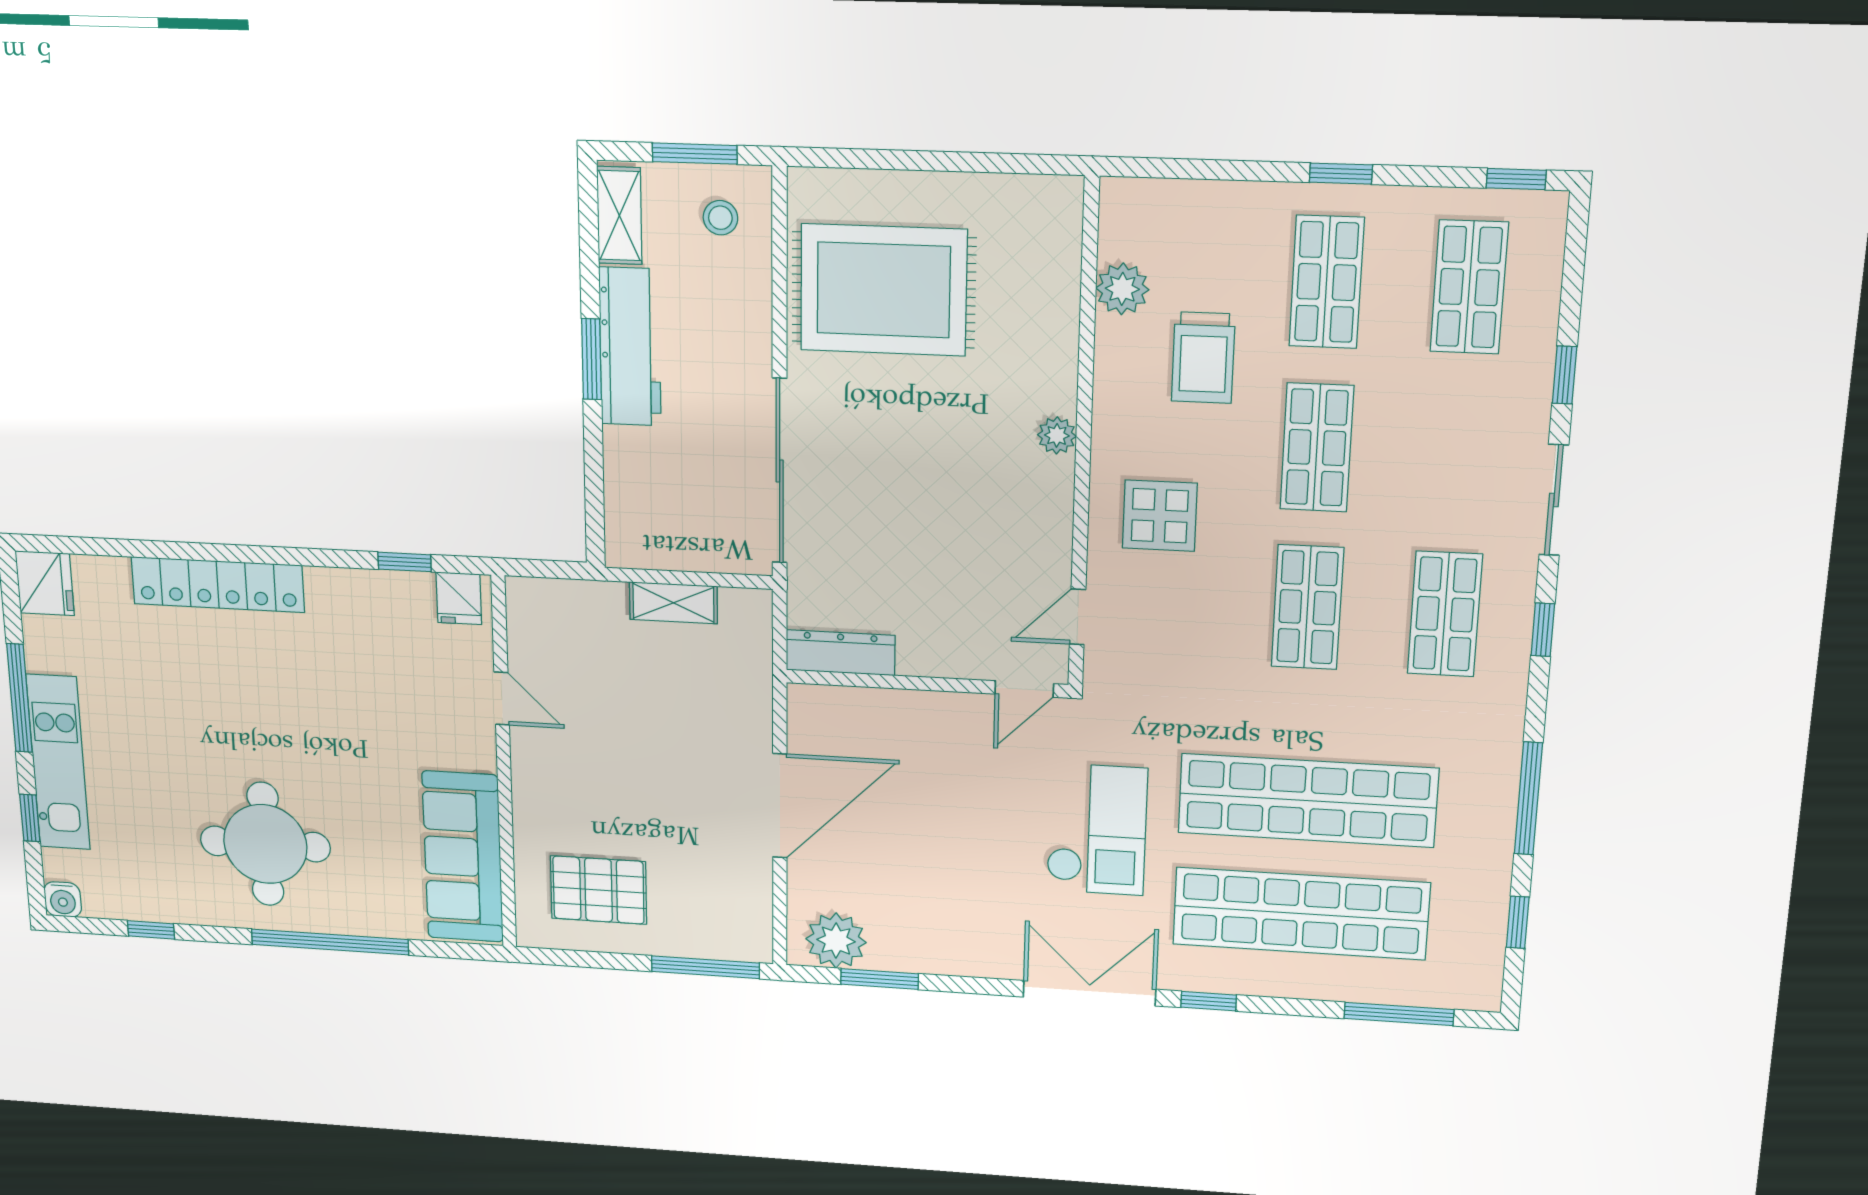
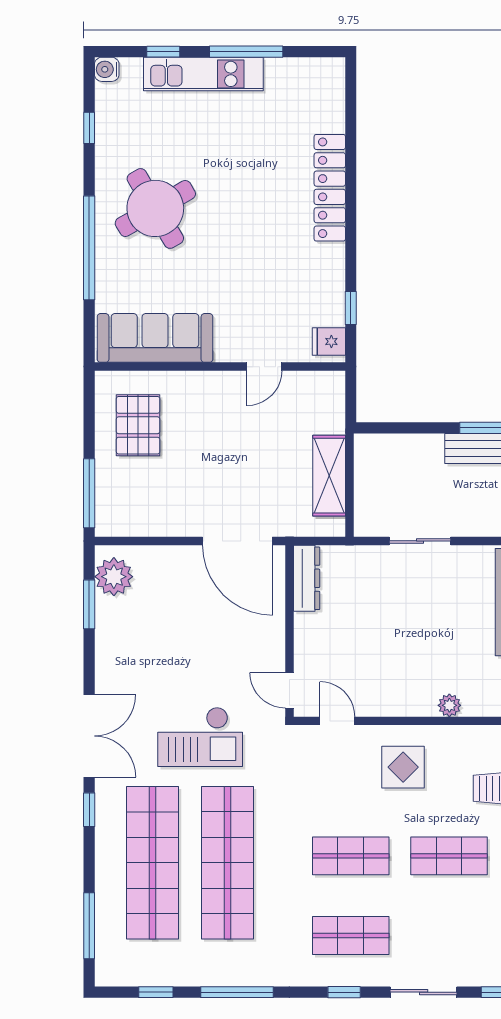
sliding door: (780, 471) -> (420, 541), width x0.54
fridge: (45, 583) -> (325, 75), removed
shelving: (673, 603) -> (329, 476), width x1.50, depth x1.33
door: (780, 806) -> (237, 541), moved
round table: (265, 844) -> (155, 208), turned -30

